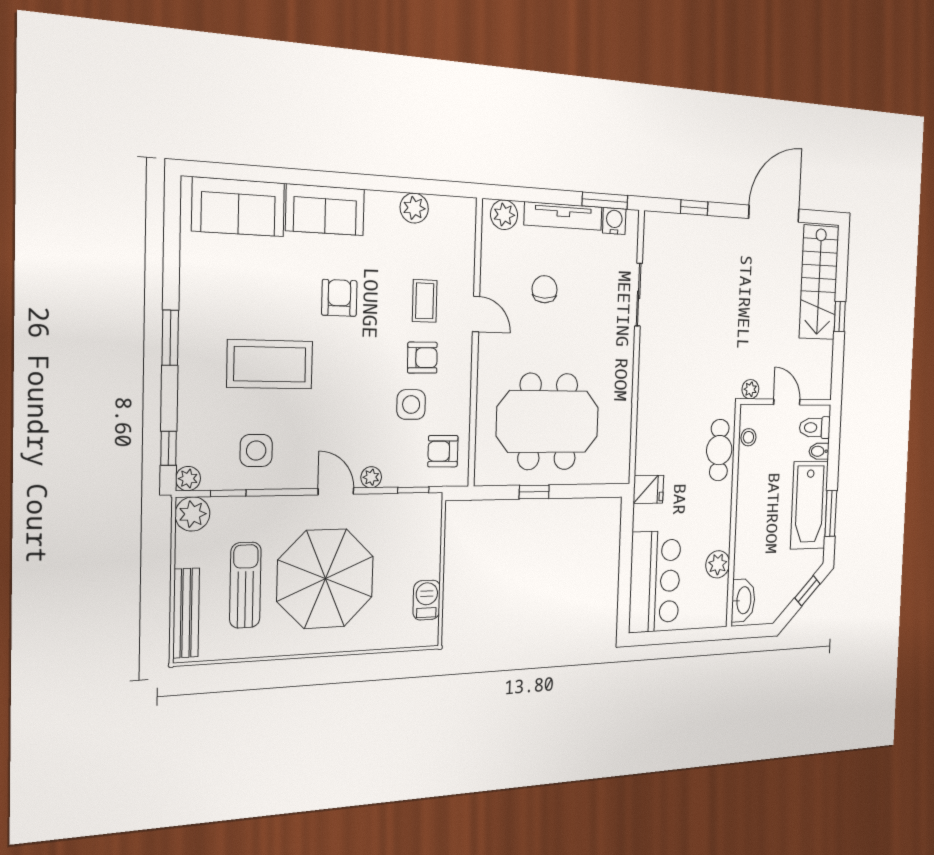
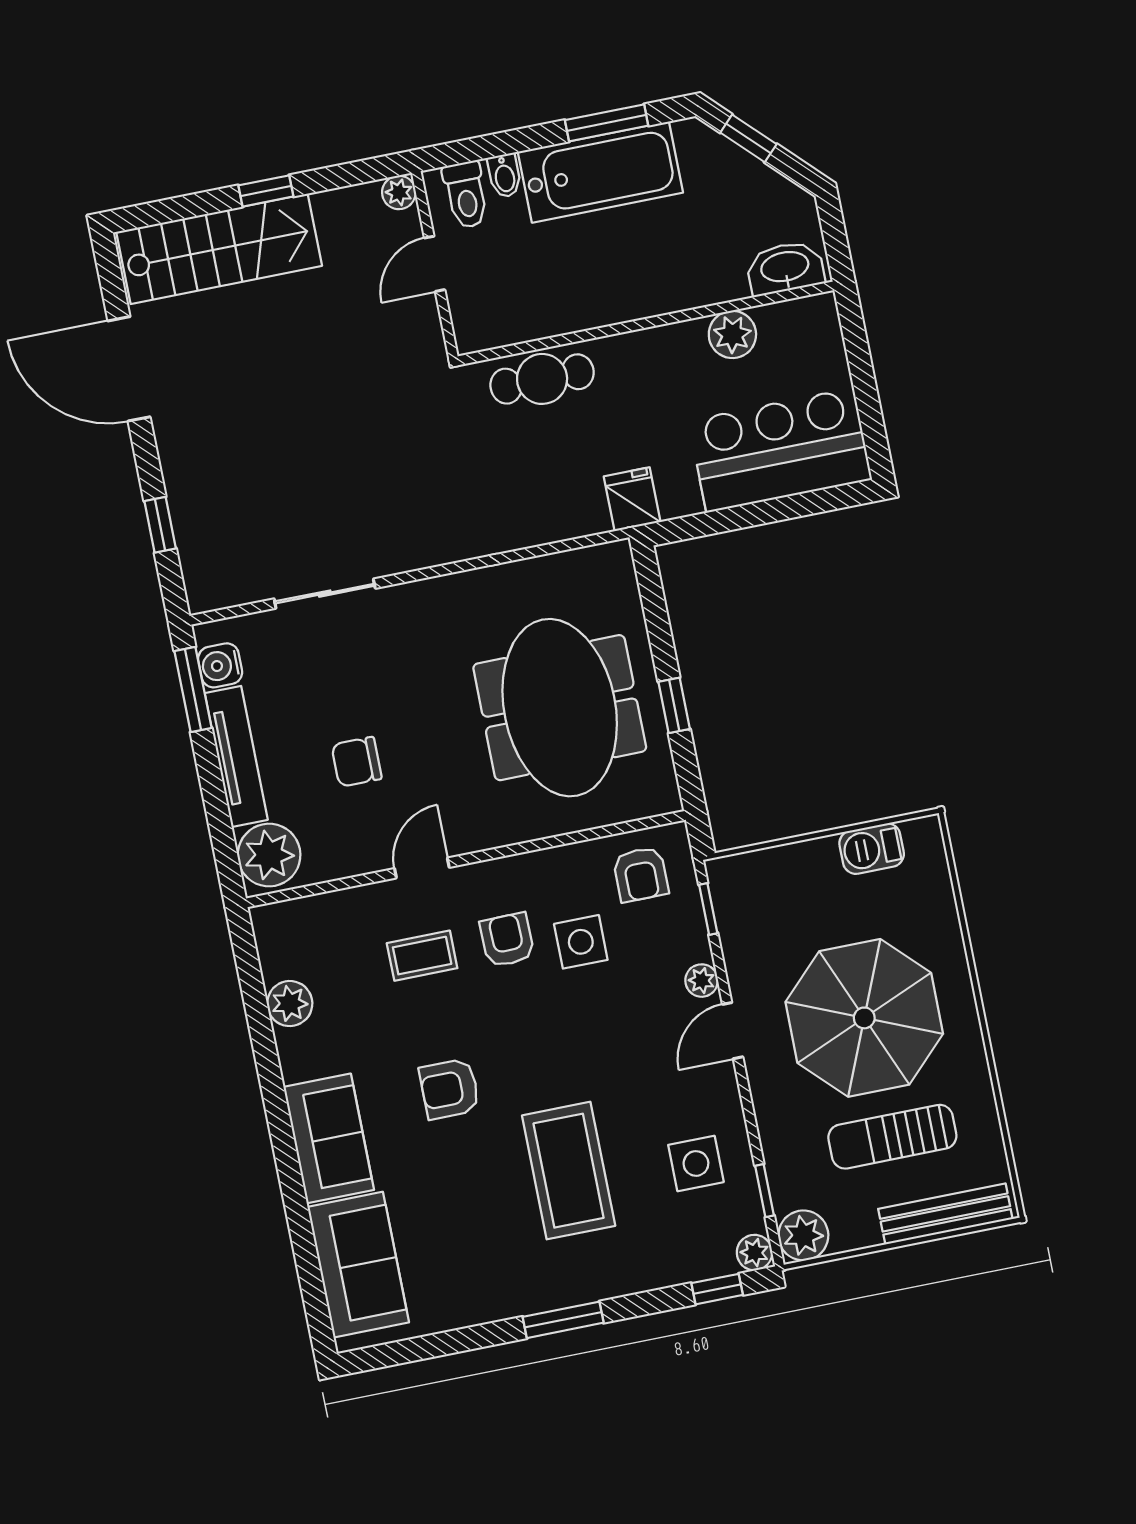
plant: (504, 215) -> (269, 855), width x1.36, depth x1.36
plant: (750, 389) -> (399, 192), moved
stool: (748, 437) -> (509, 326), removed

